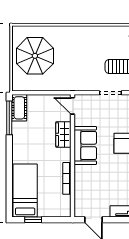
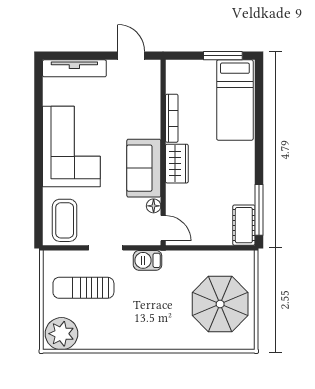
barbecue: (83, 85) -> (148, 260), added
floor lamp: (79, 121) -> (154, 206), added
wardrobe: (63, 134) -> (177, 164), moved
window: (33, 220) -> (223, 56), width x1.50

